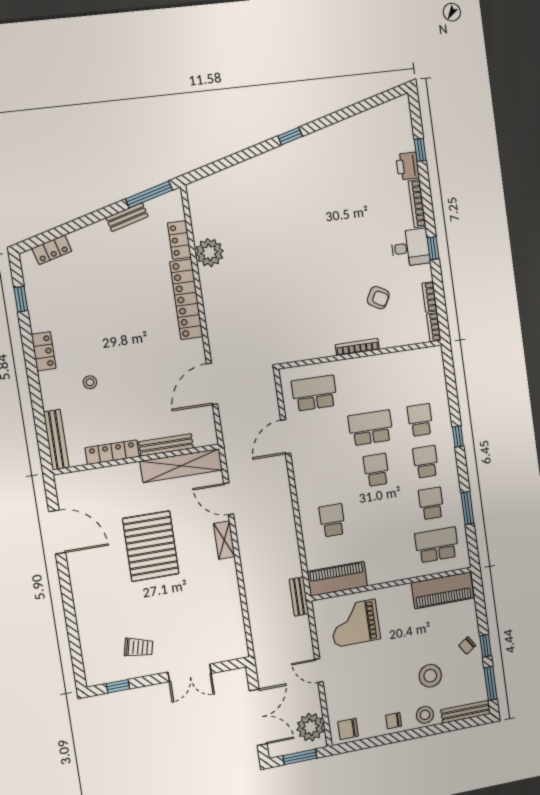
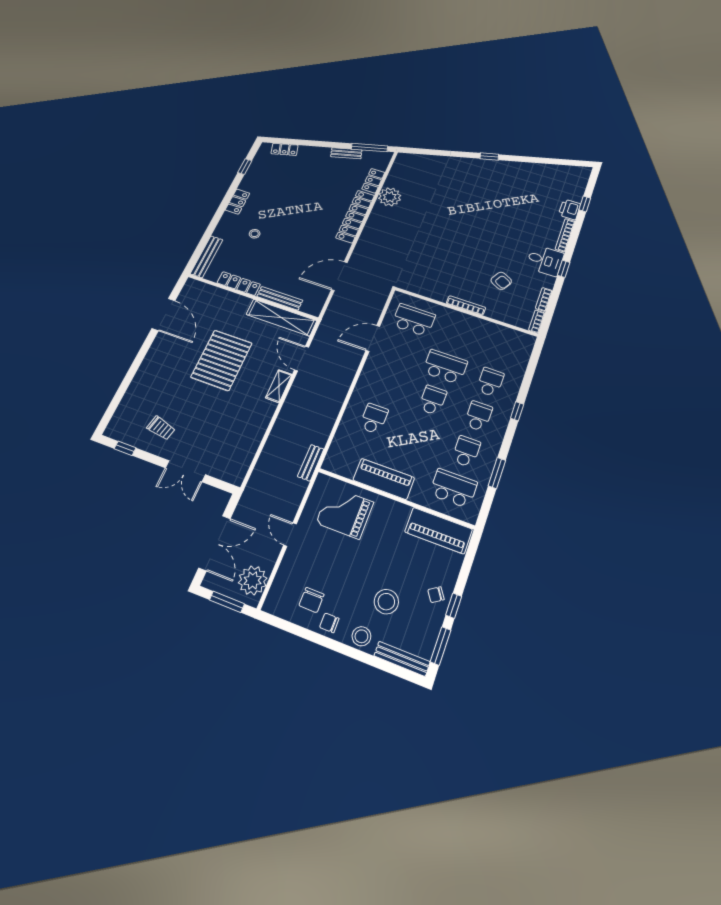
piano: (337, 579) -> (384, 479), moved
chair: (348, 729) -> (311, 600), moved, turned -90

